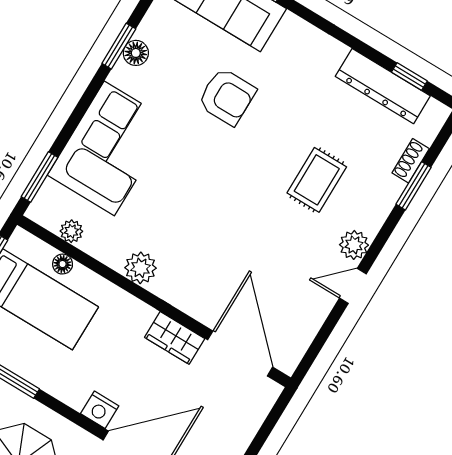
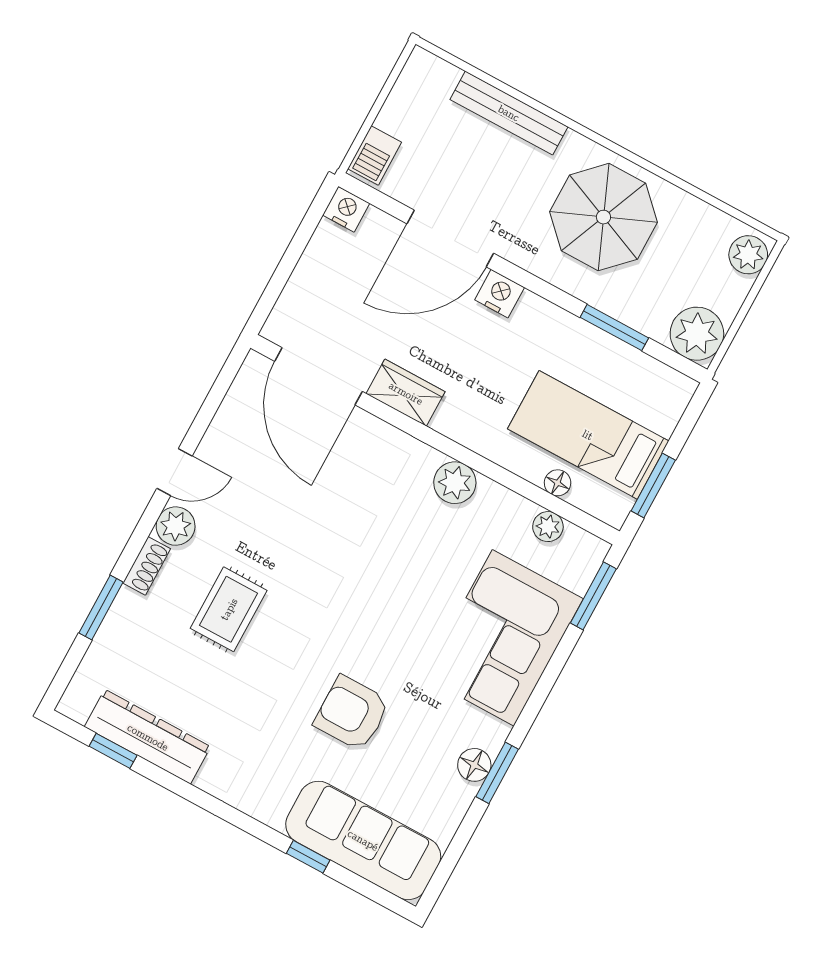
shoe rack: (411, 161) -> (147, 566), moved

